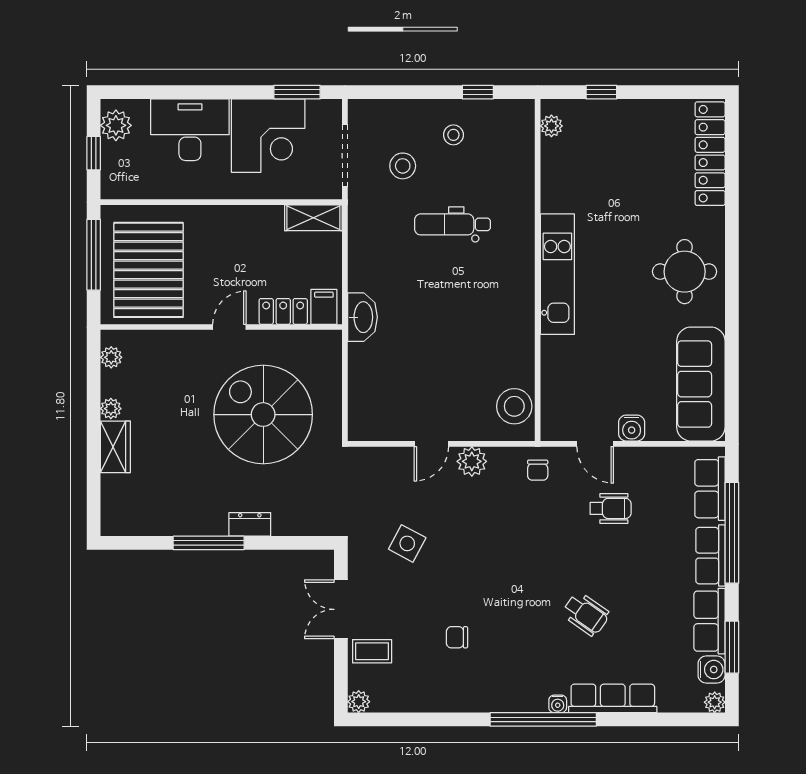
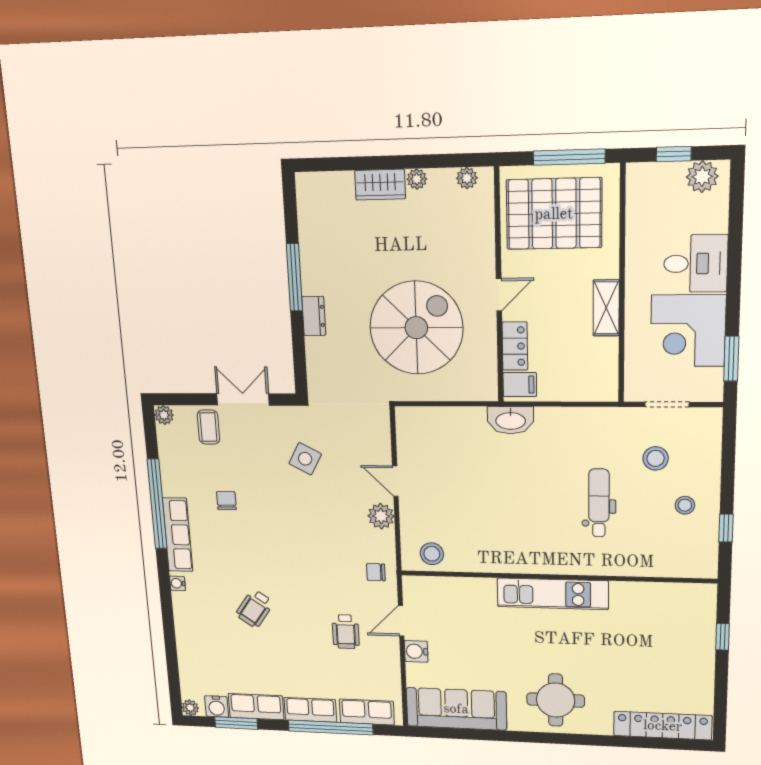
plant: (551, 126) -> (691, 593), removed
desk: (190, 130) -> (696, 264), width x0.73
doorway: (345, 155) -> (667, 404), width x0.73
shelving: (313, 218) -> (606, 308), moved
door: (229, 327) -> (499, 295), hinge flipped
stool: (514, 406) -> (432, 554), width x0.73, depth x0.73
row of seats: (613, 698) -> (178, 535), moved
window: (543, 719) -> (157, 504), moved

